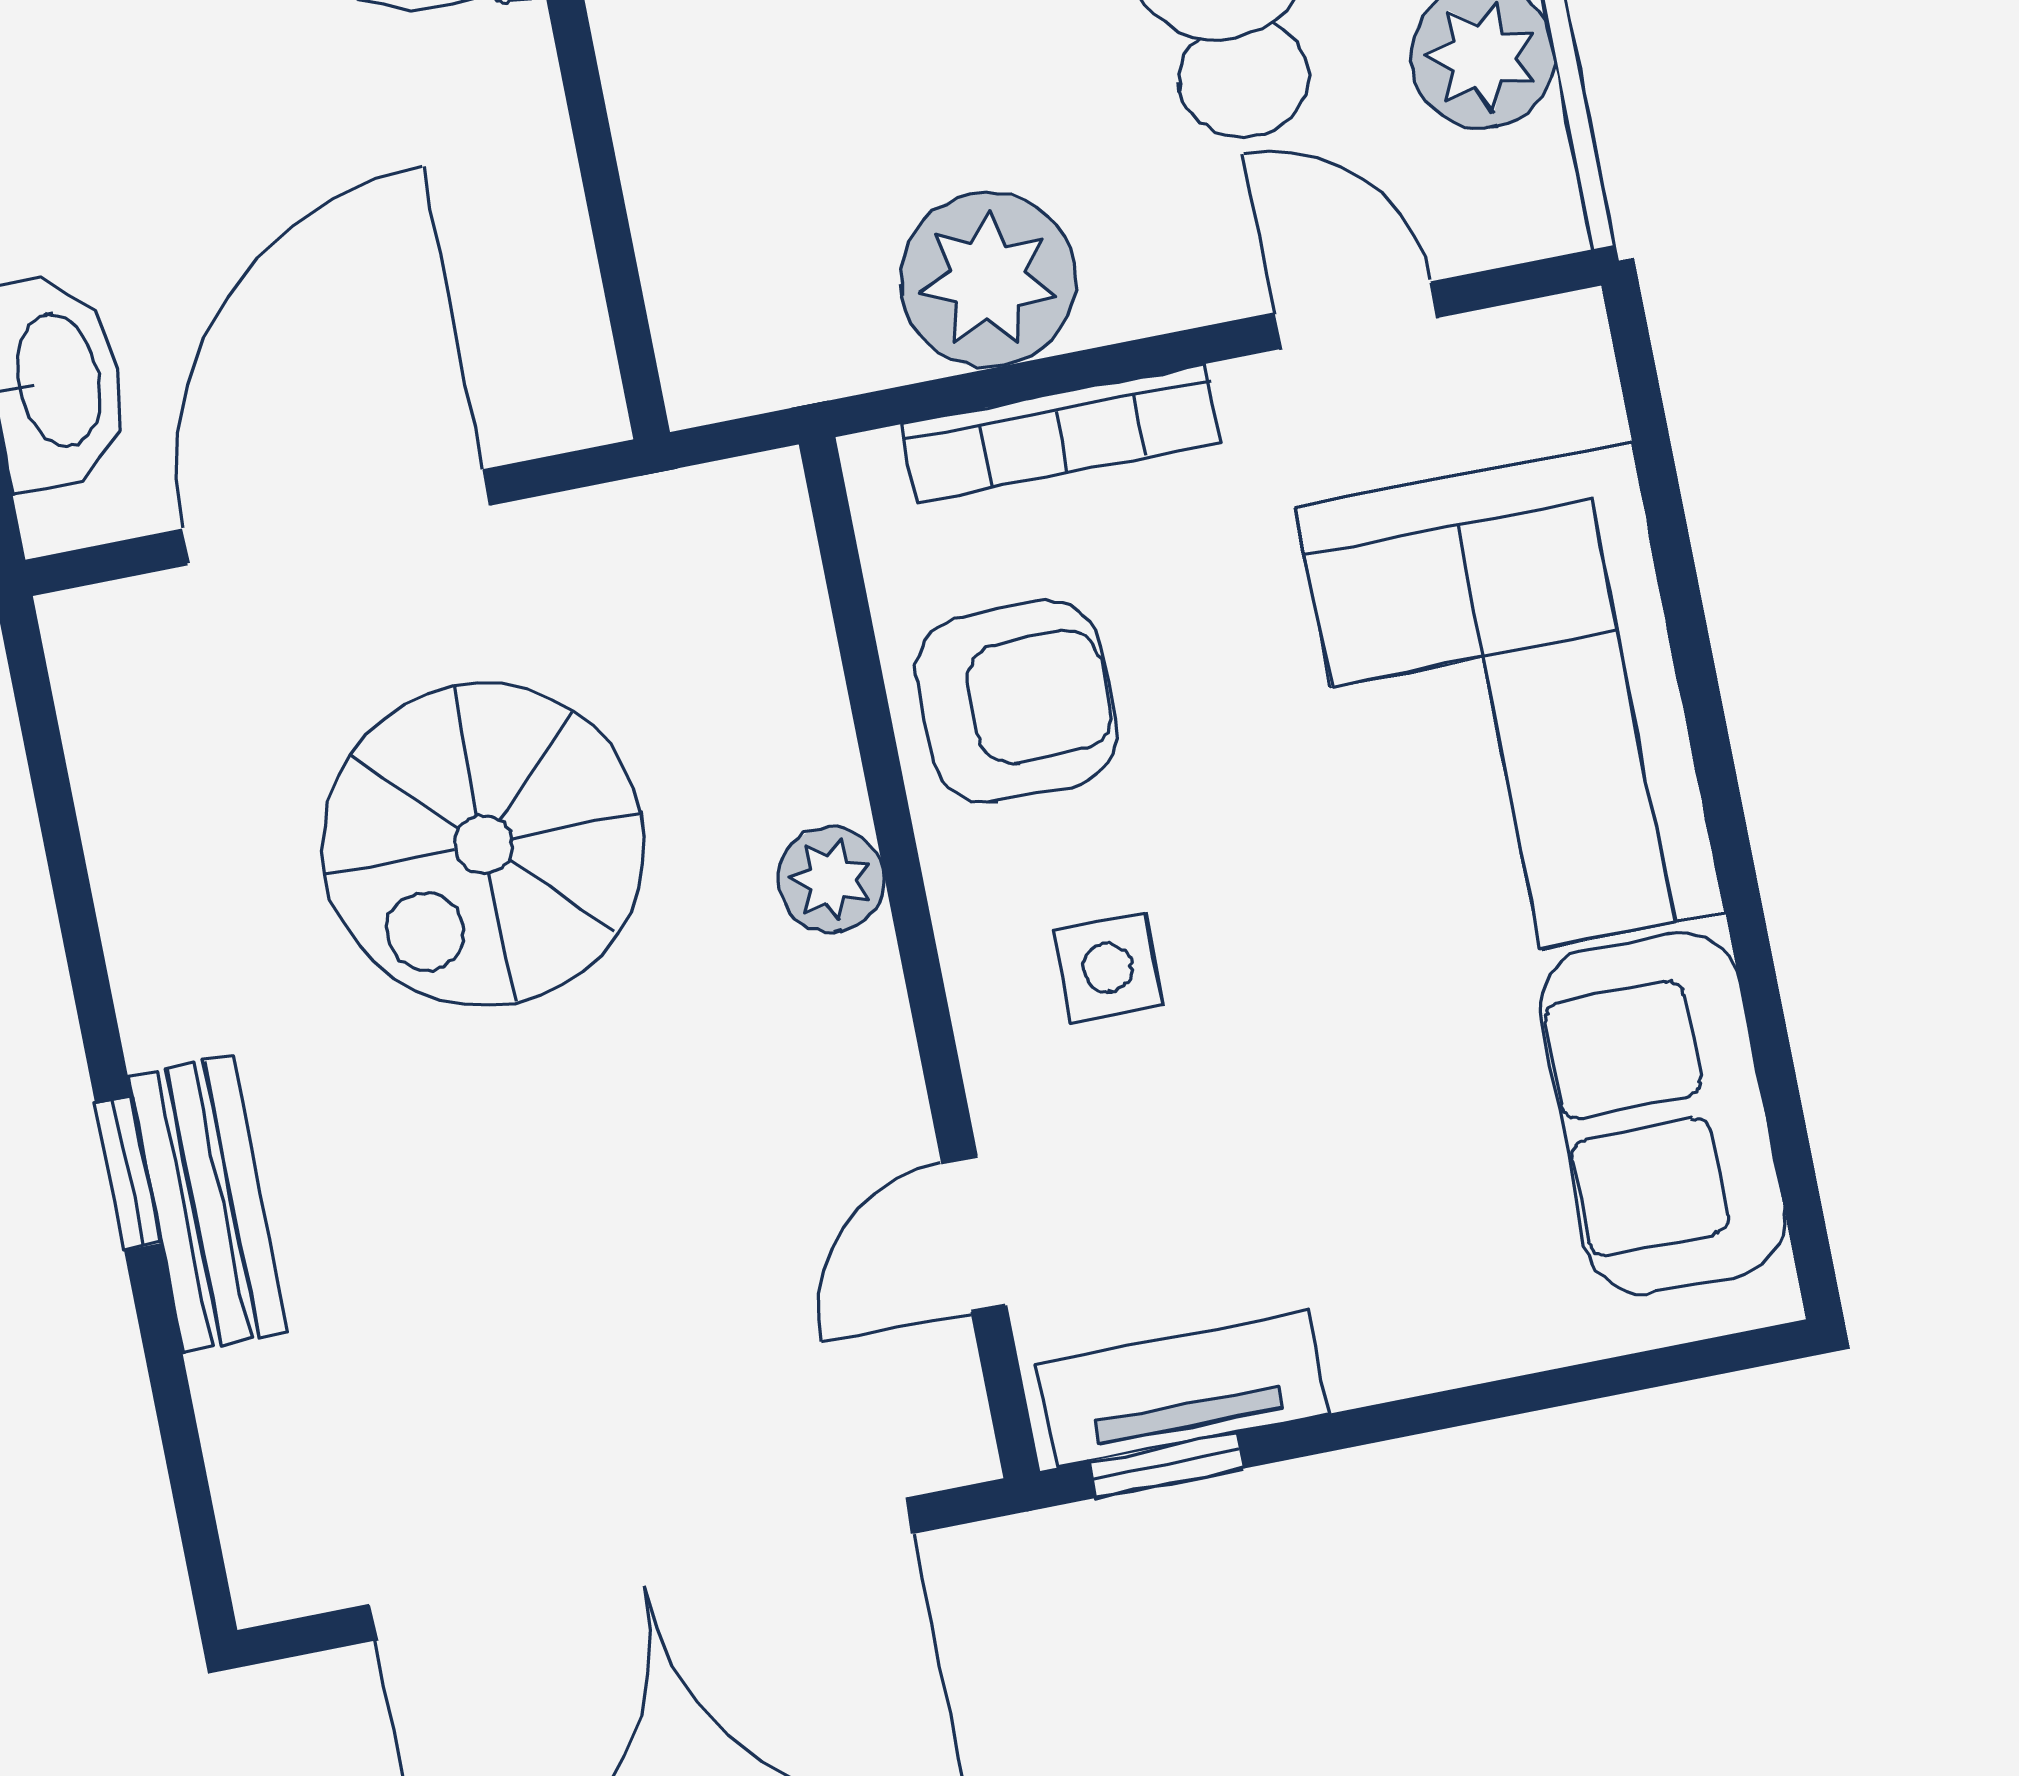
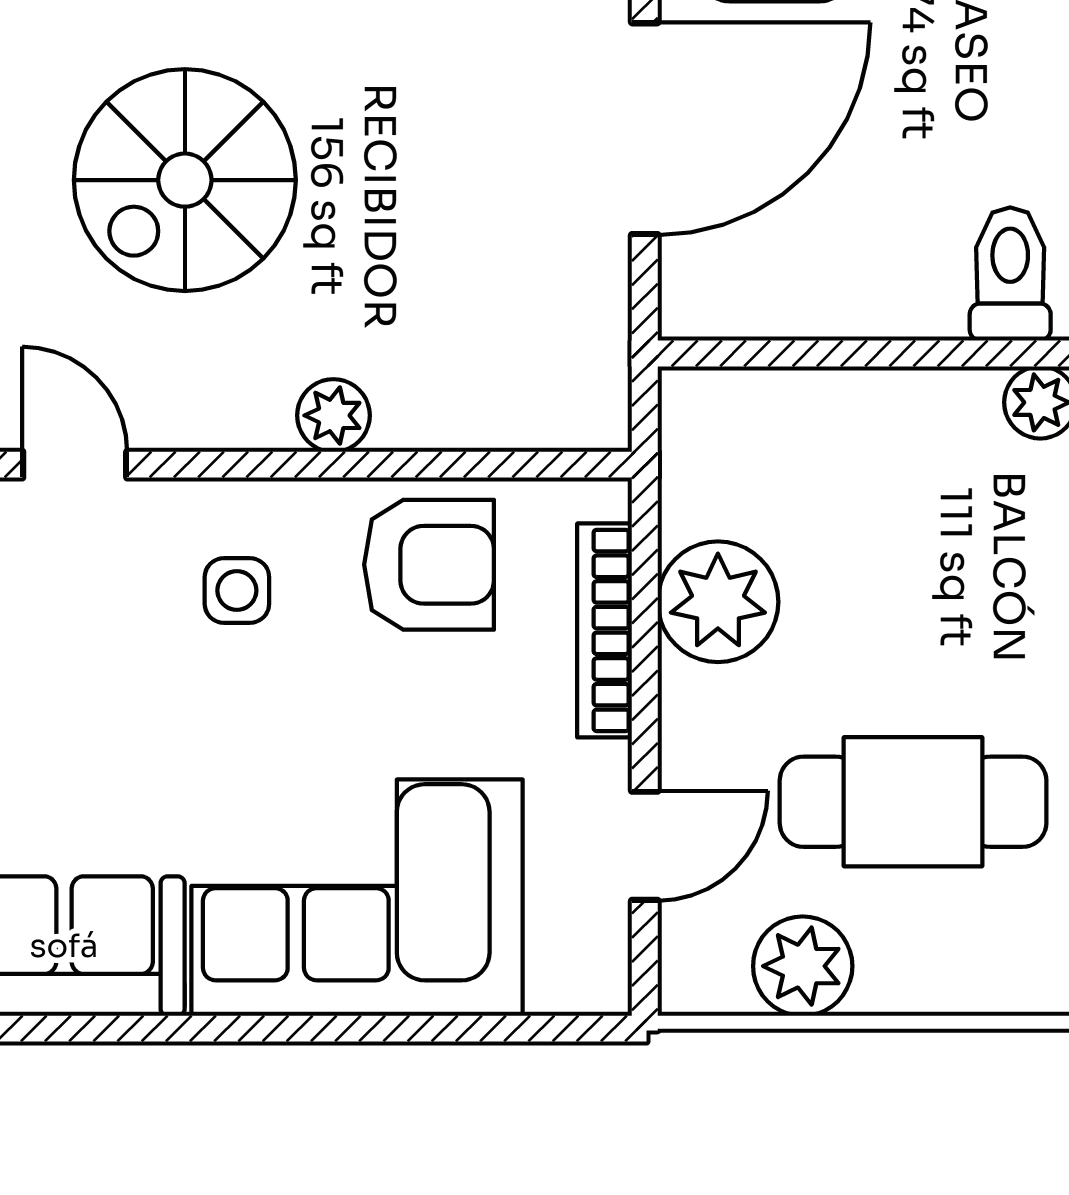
door: (335, 517) -> (645, 129), hinge flipped
armchair: (1017, 701) -> (429, 565), turned -90
spiral stairs: (483, 844) -> (185, 180), moved, turned -90

